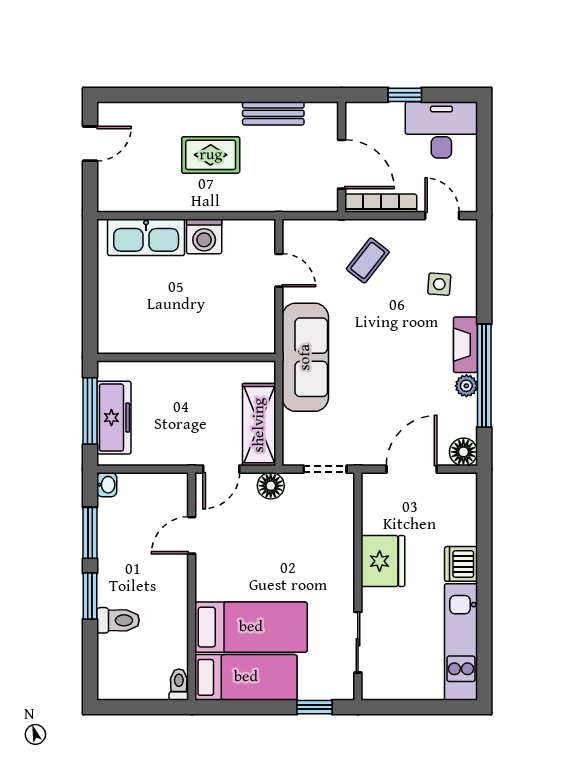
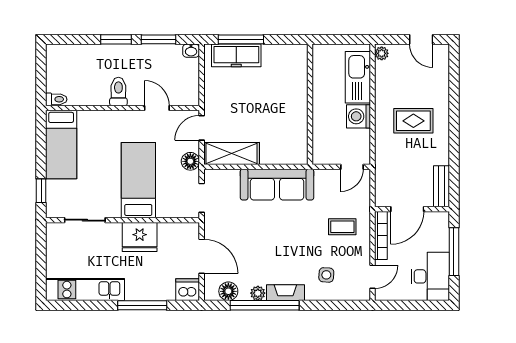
window: (405, 95) -> (454, 252), width x2.17
bench: (273, 113) -> (441, 186), moved
rug: (211, 155) -> (413, 121), turned 90
plant: (111, 202) -> (382, 53), added
coffee table: (368, 260) -> (342, 227), turned -38
door: (279, 270) -> (352, 167), moved
wall: (186, 357) -> (310, 104), moved
floor lamp: (463, 452) -> (228, 291), moved
door: (221, 469) -> (202, 128), hinge flipped
window: (484, 557) -> (142, 305), added
dishwasher: (461, 564) -> (188, 290), moved
toilet: (118, 620) -> (118, 91), moved, turned 180
bed: (251, 627) -> (138, 180), moved, turned 180

